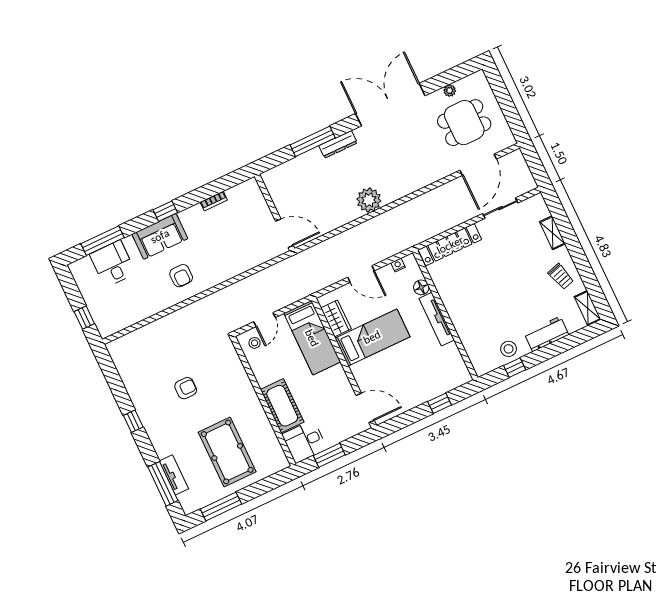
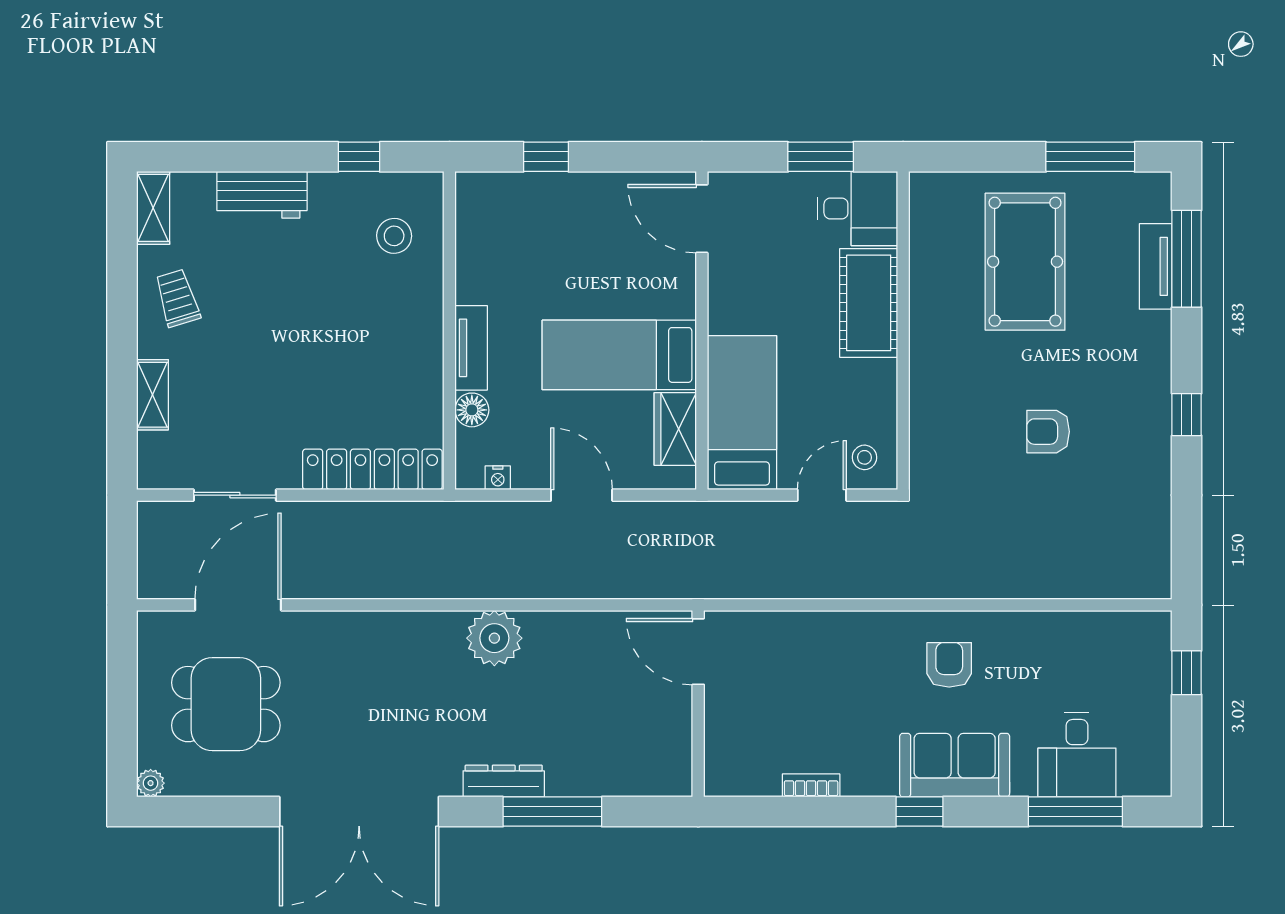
plant: (450, 91) -> (151, 783), moved
tv unit: (437, 319) -> (471, 348), width x0.71
stool: (509, 349) -> (394, 236), moved

